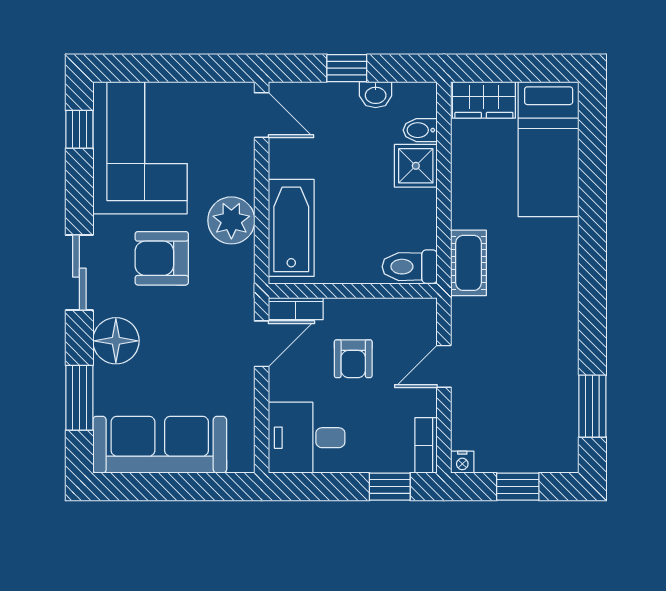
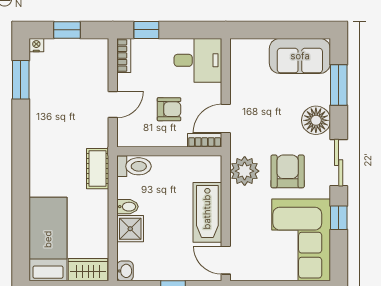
washbasin: (376, 95) -> (125, 271), moved, turned 90
window: (79, 129) -> (339, 218), moved
bidet: (420, 130) -> (128, 207), moved
plant: (231, 220) -> (245, 171), moved
bathtub: (291, 228) -> (207, 212), moved
armchair: (162, 258) -> (288, 171), turned -90
armchair: (353, 359) -> (169, 109), turned 90
sofa: (160, 445) -> (300, 56), width x0.73
nightstand: (462, 462) -> (36, 45), moved

